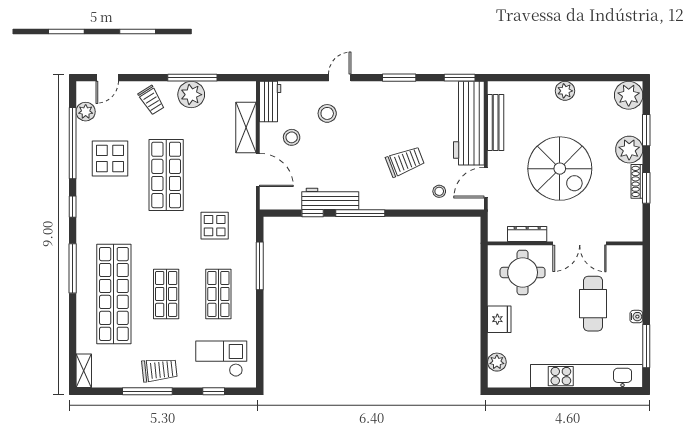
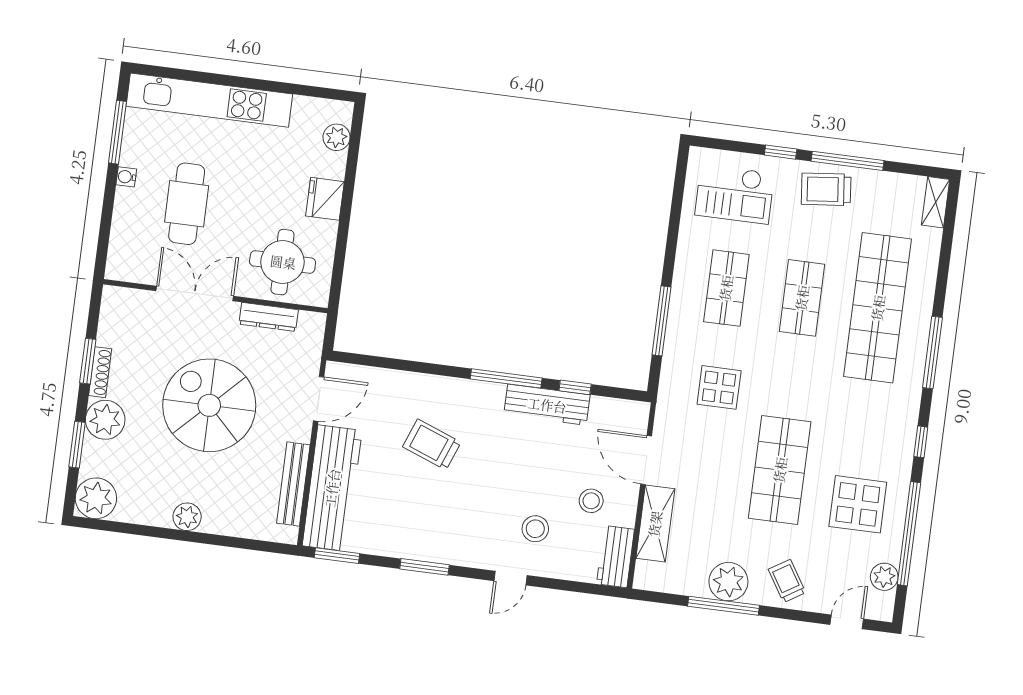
trolley: (405, 162) -> (432, 445), turned 42
stool: (439, 191) -> (388, 395), removed
window: (214, 391) -> (781, 152), moved

